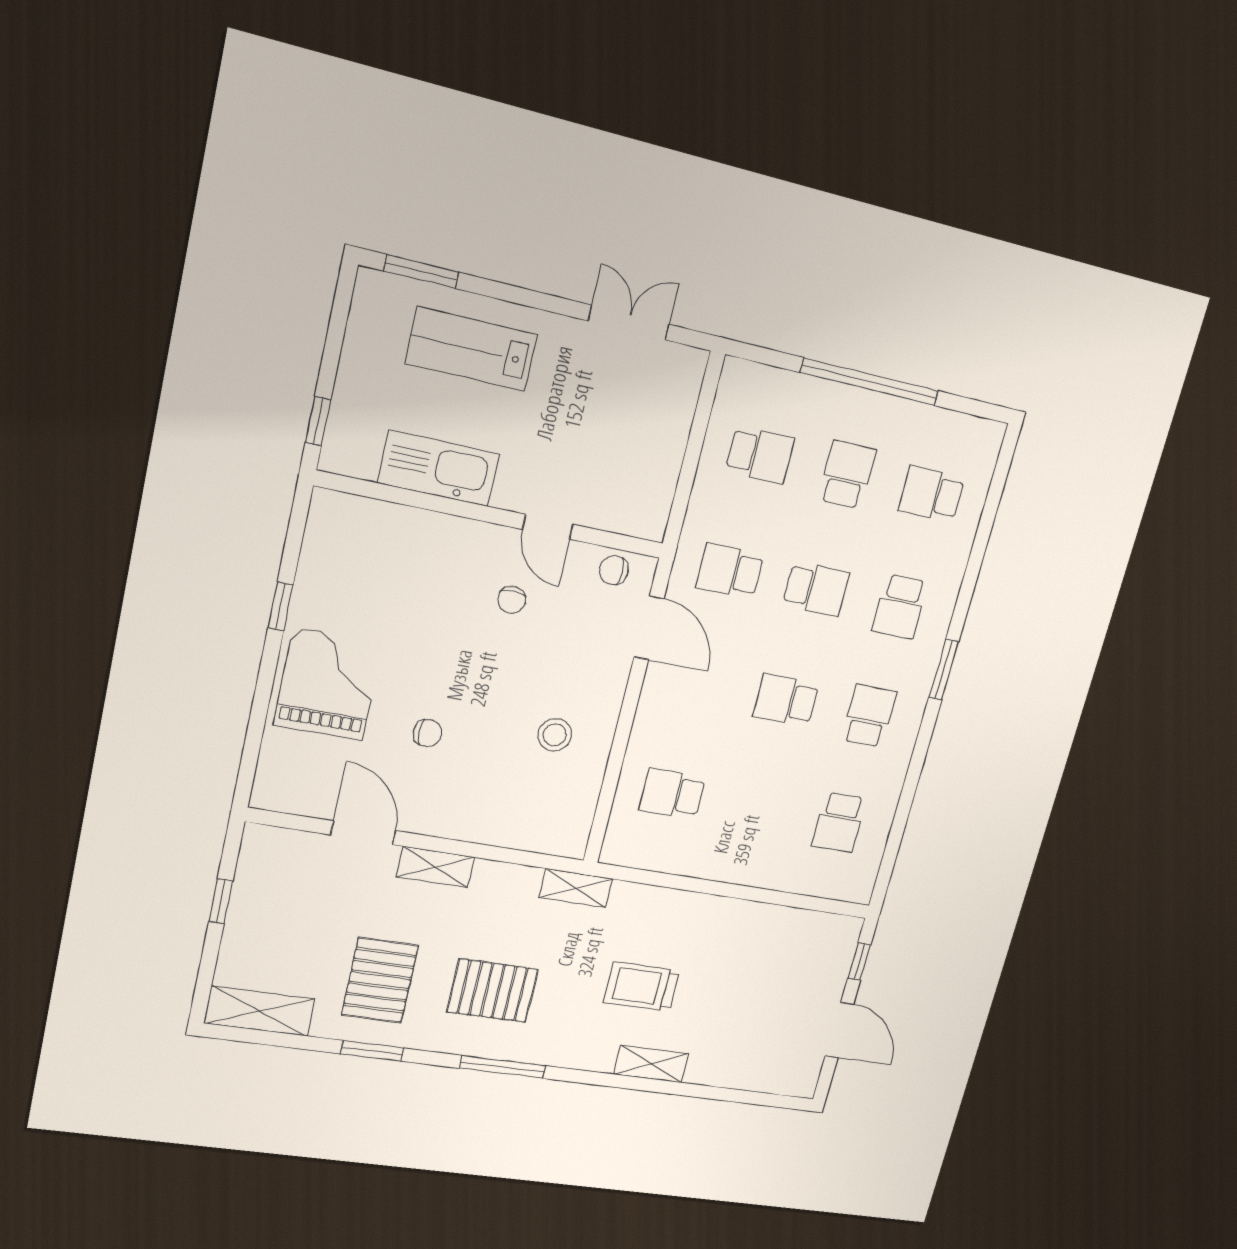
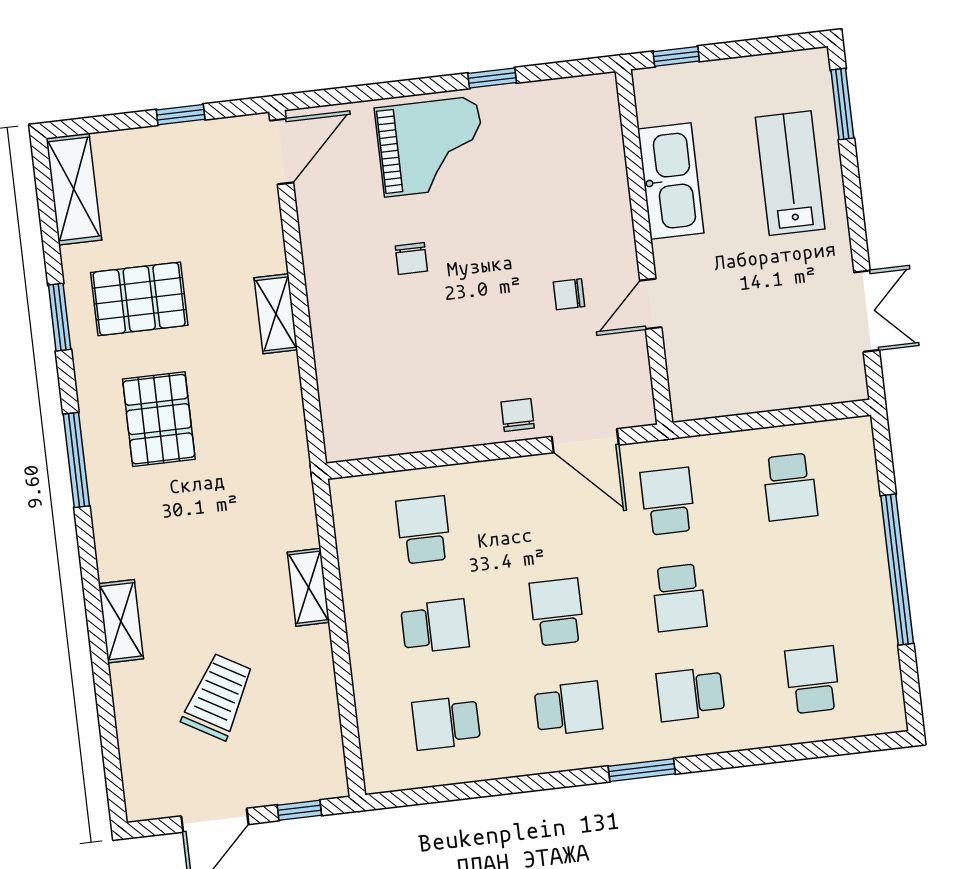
school desk: (847, 475) -> (435, 626), moved
chair: (614, 570) -> (518, 415), moved
door: (649, 628) -> (585, 441), hinge flipped
stool: (555, 735) -> (448, 386), removed
door: (363, 833) -> (282, 152), moved
shelving: (576, 888) -> (308, 587), moved
trolley: (641, 987) -> (218, 697), moved, turned 30

